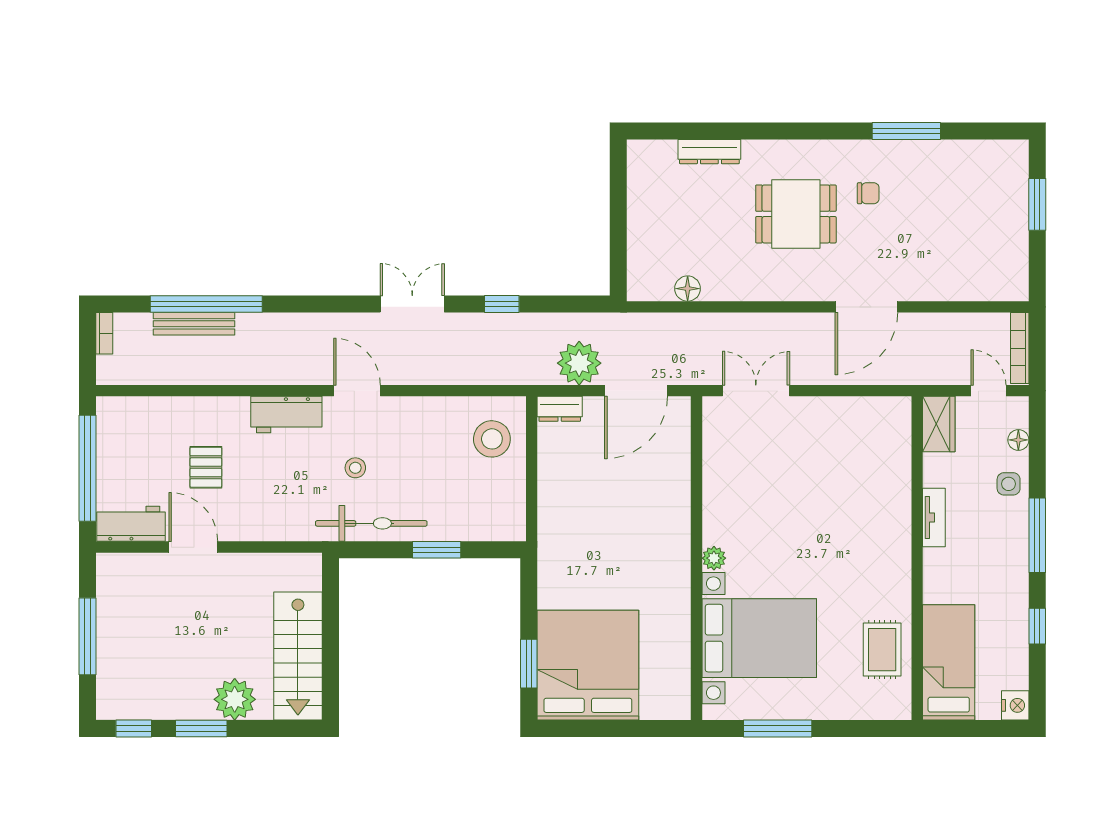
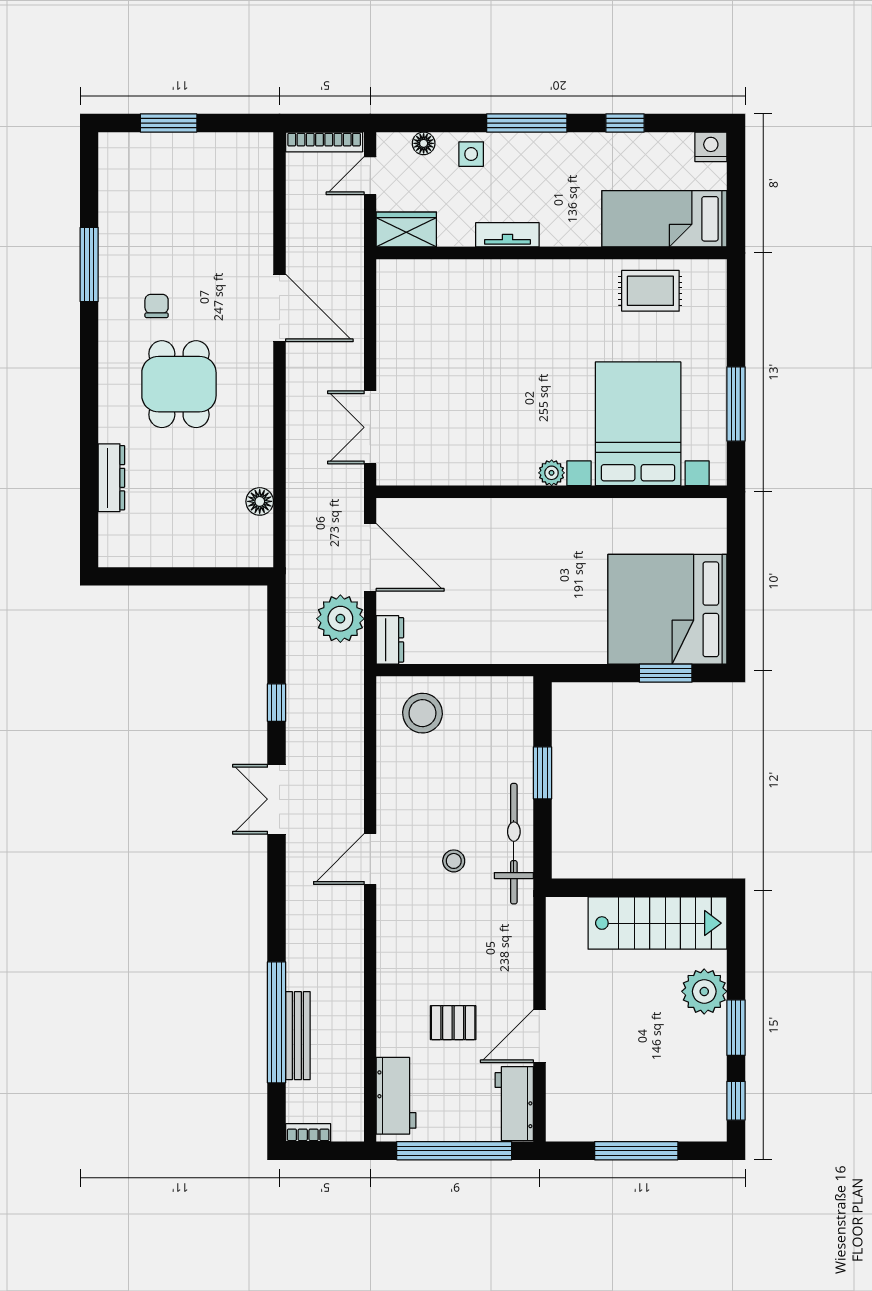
workbench: (286, 415) -> (396, 1096), moved

